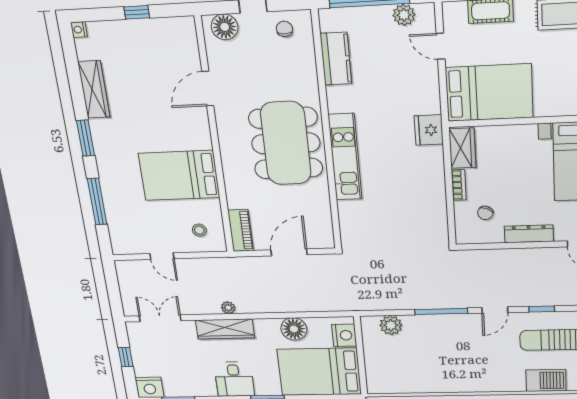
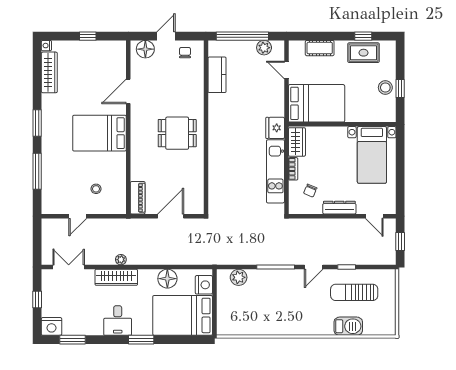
wardrobe: (94, 89) -> (49, 72), moved
dining table: (286, 143) -> (177, 133), width x0.53, depth x0.80
kitchen unit: (345, 157) -> (275, 171), moved, turned 180
bed: (179, 175) -> (99, 133), moved
stool: (199, 230) -> (96, 189), moved
door: (162, 256) -> (78, 216), hinge flipped

